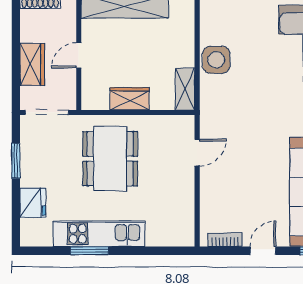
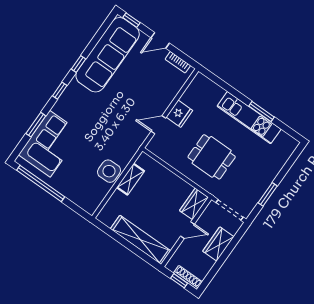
shelving: (185, 89) -> (130, 179), moved
wardrobe: (130, 99) -> (194, 204), moved, turned 90
dining table: (110, 159) -> (212, 157), width x0.73
fridge: (33, 203) -> (179, 114), moved, turned 180

